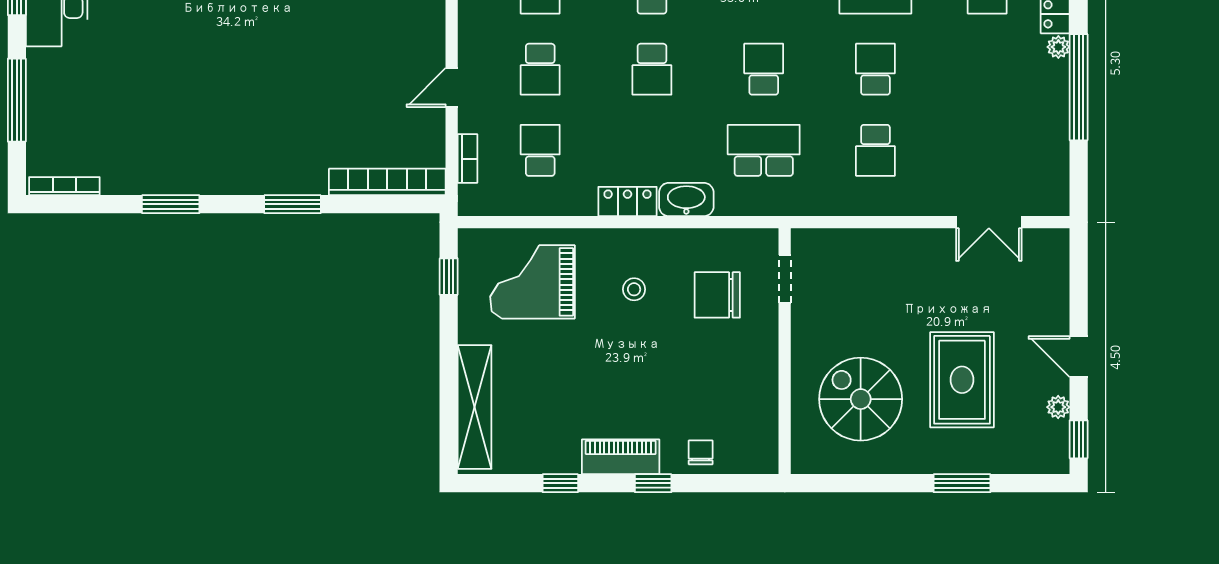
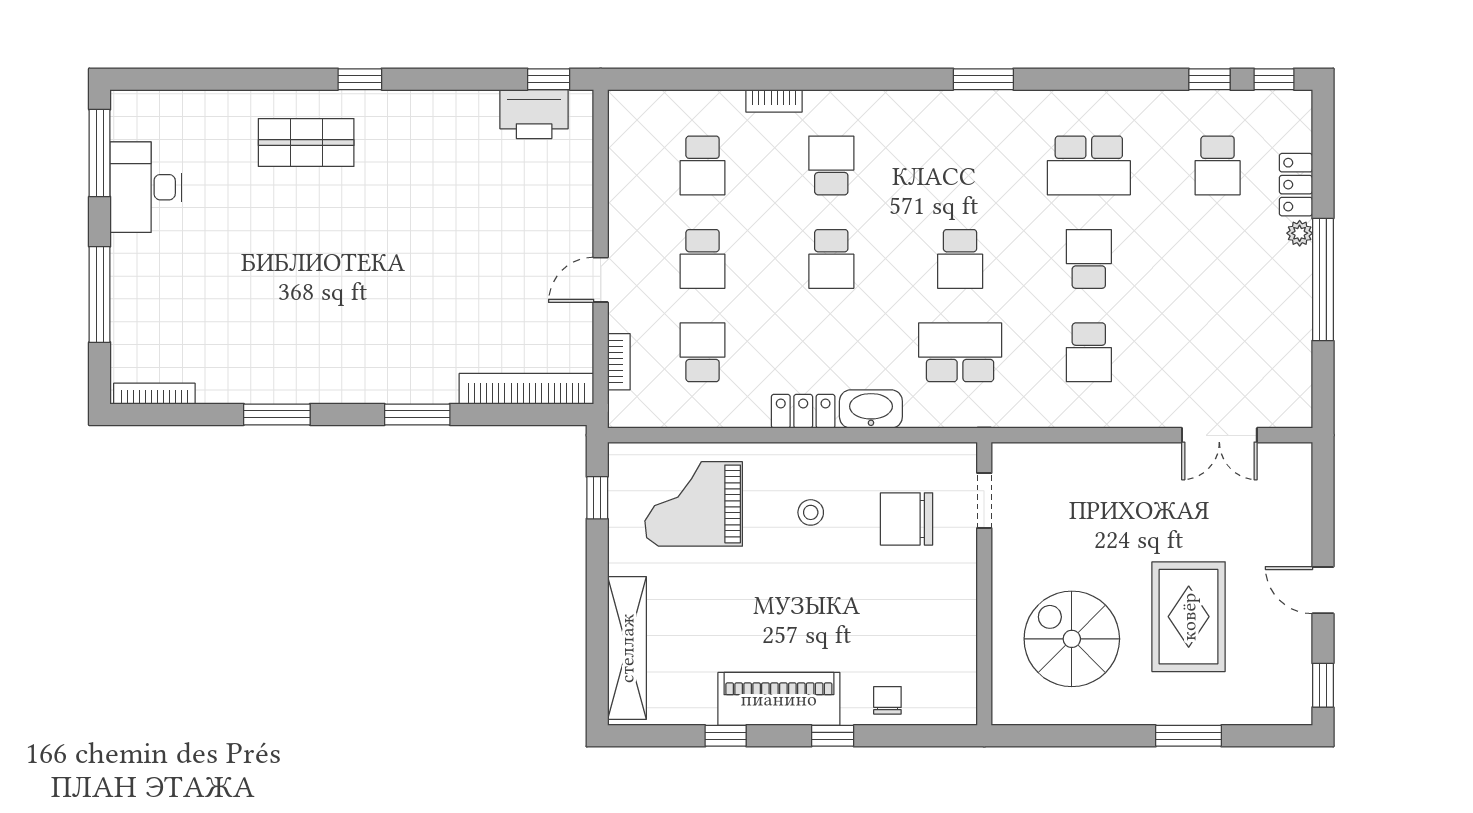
school desk: (764, 69) -> (960, 259), turned 180
plant: (1058, 407) -> (1299, 648), removed
piano: (621, 457) -> (779, 699), width x1.37, depth x1.33

